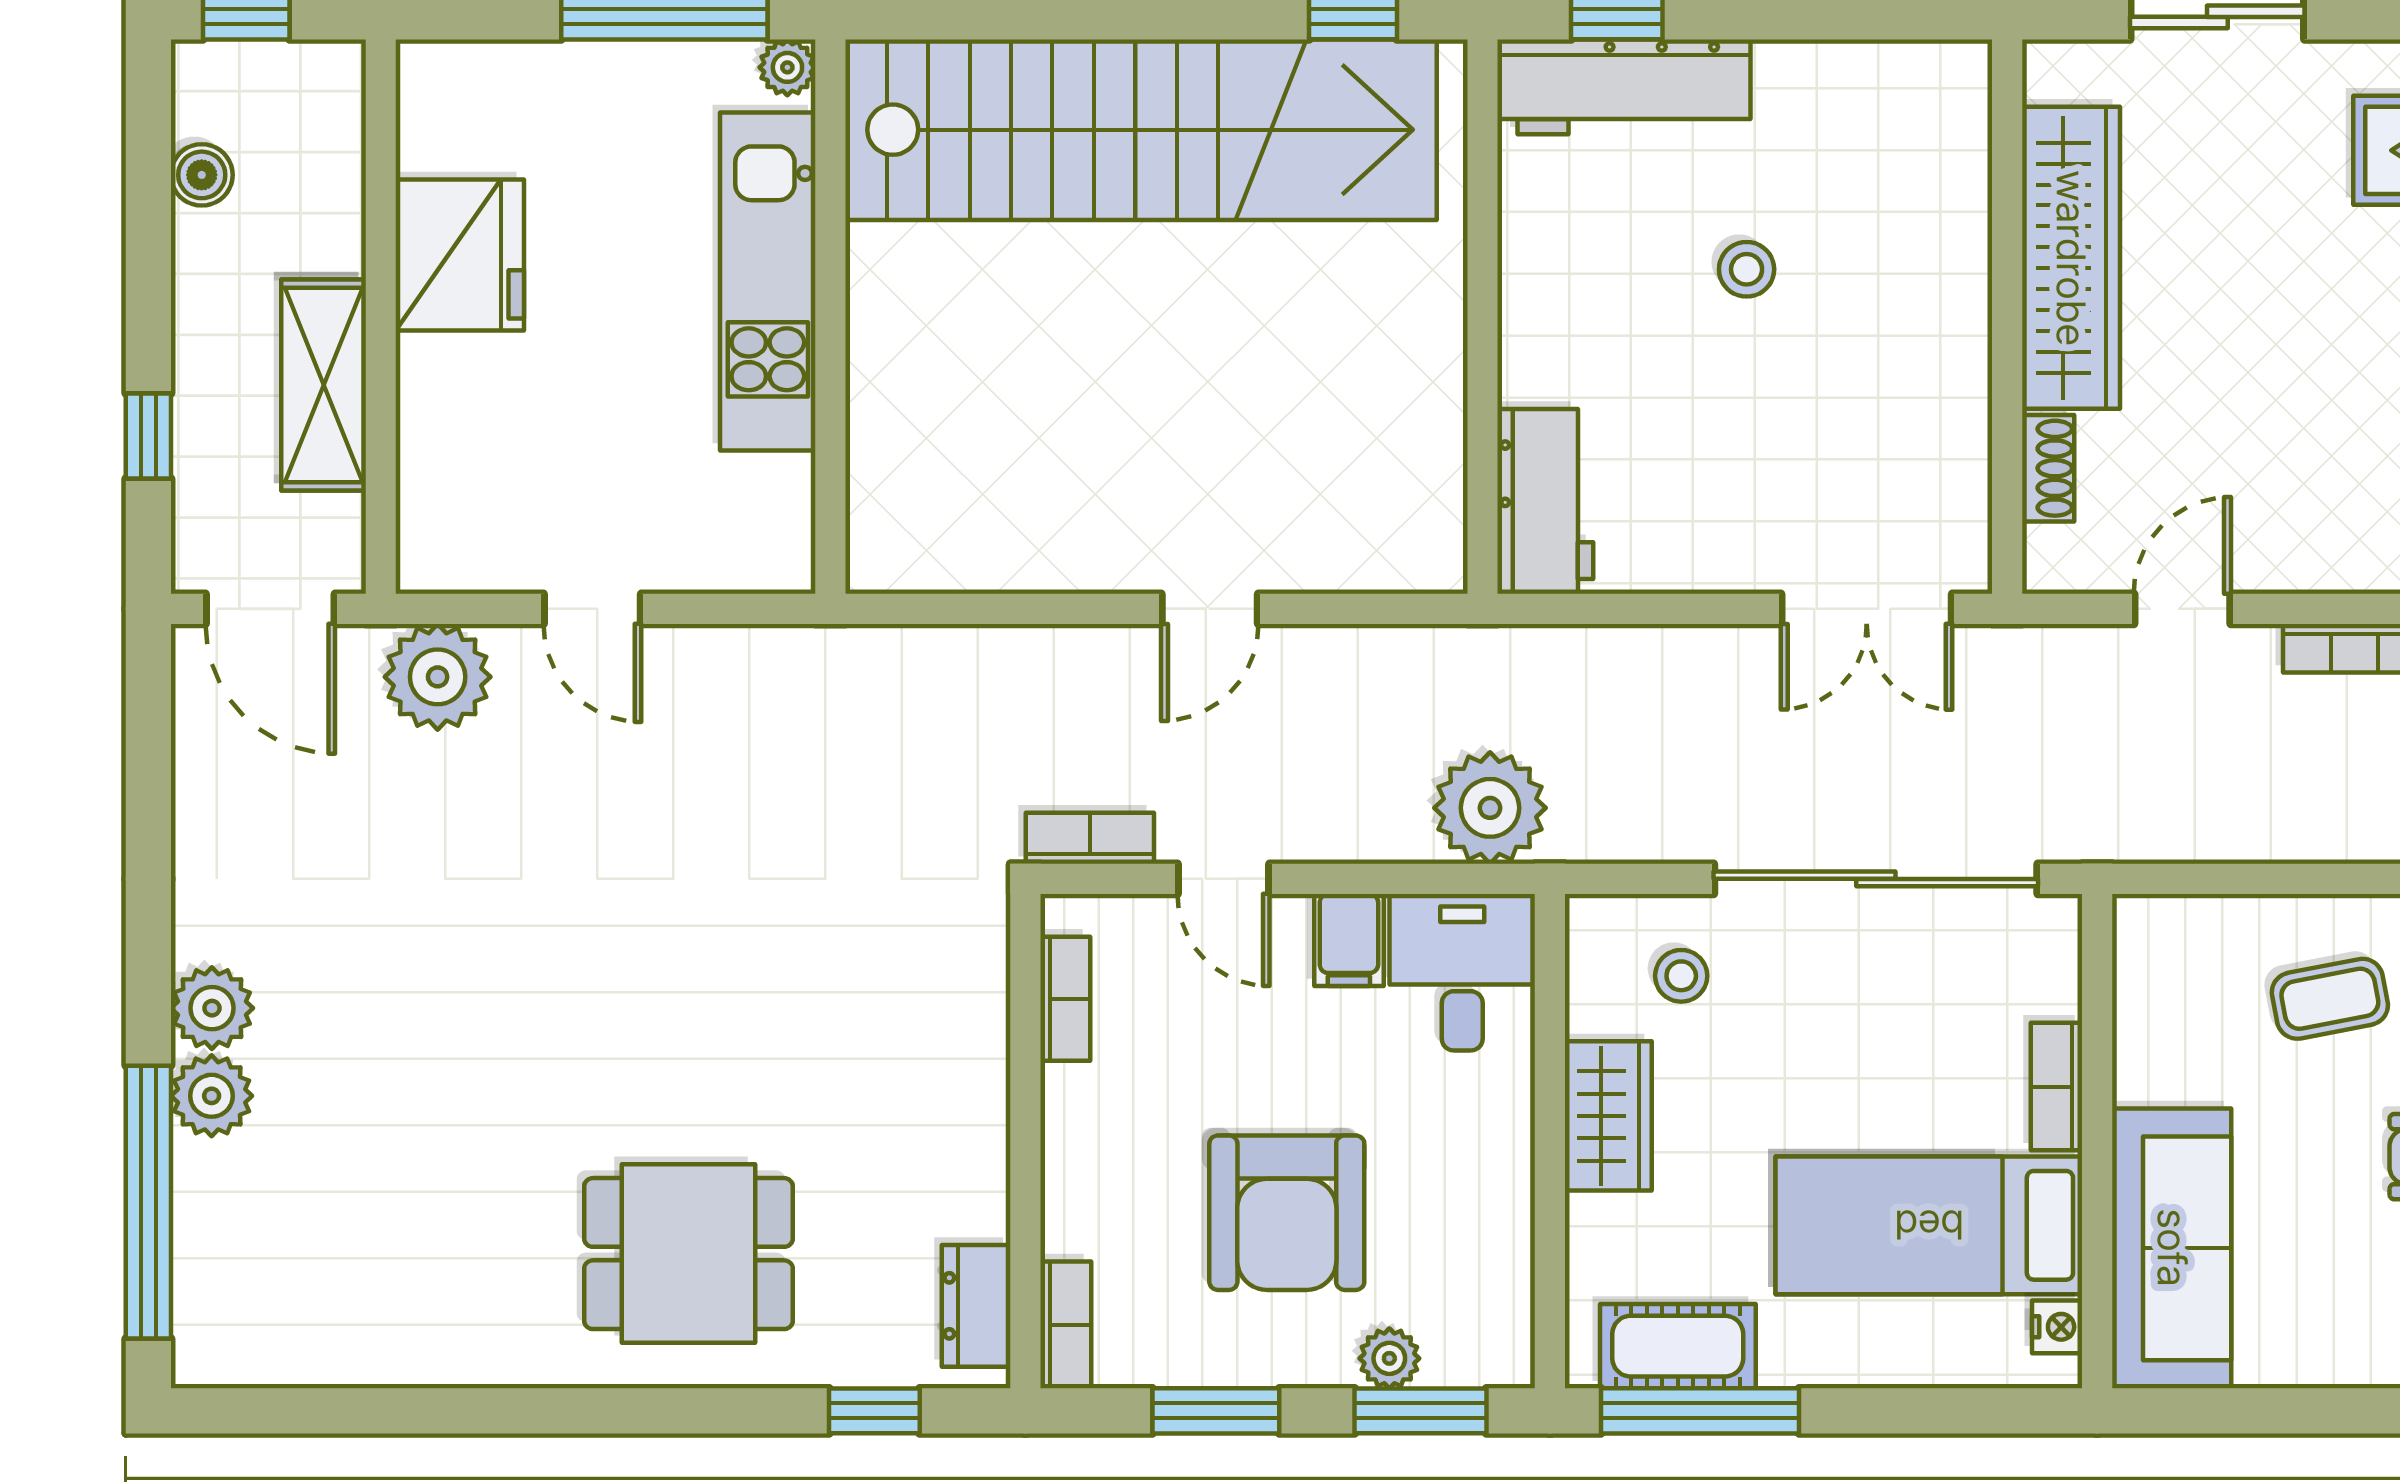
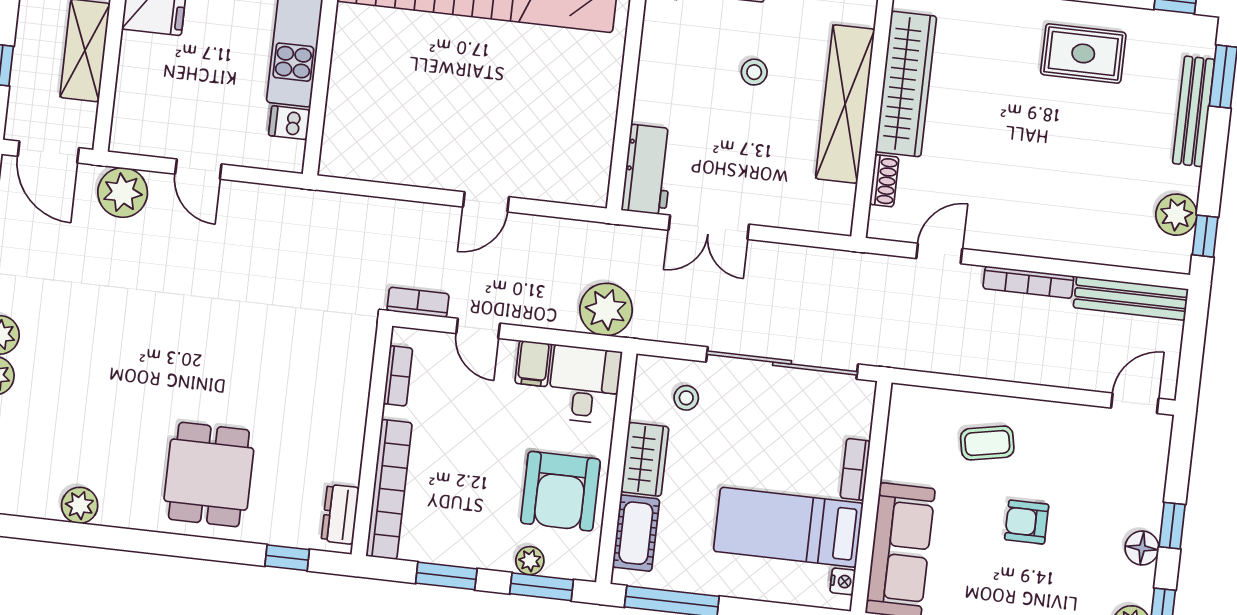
shelving: (1947, 315) -> (845, 104), added
dishwasher: (774, 489) -> (289, 123), added
double door: (1867, 609) -> (709, 227), moved
armchair: (1287, 1213) -> (560, 491), moved
dining table: (688, 1254) -> (209, 475), turned 90
bookcase: (1066, 1325) -> (389, 489), width x2.31, depth x1.31
cot: (1678, 1346) -> (636, 533), moved, turned 90
plant: (422, 1350) -> (80, 505), added

